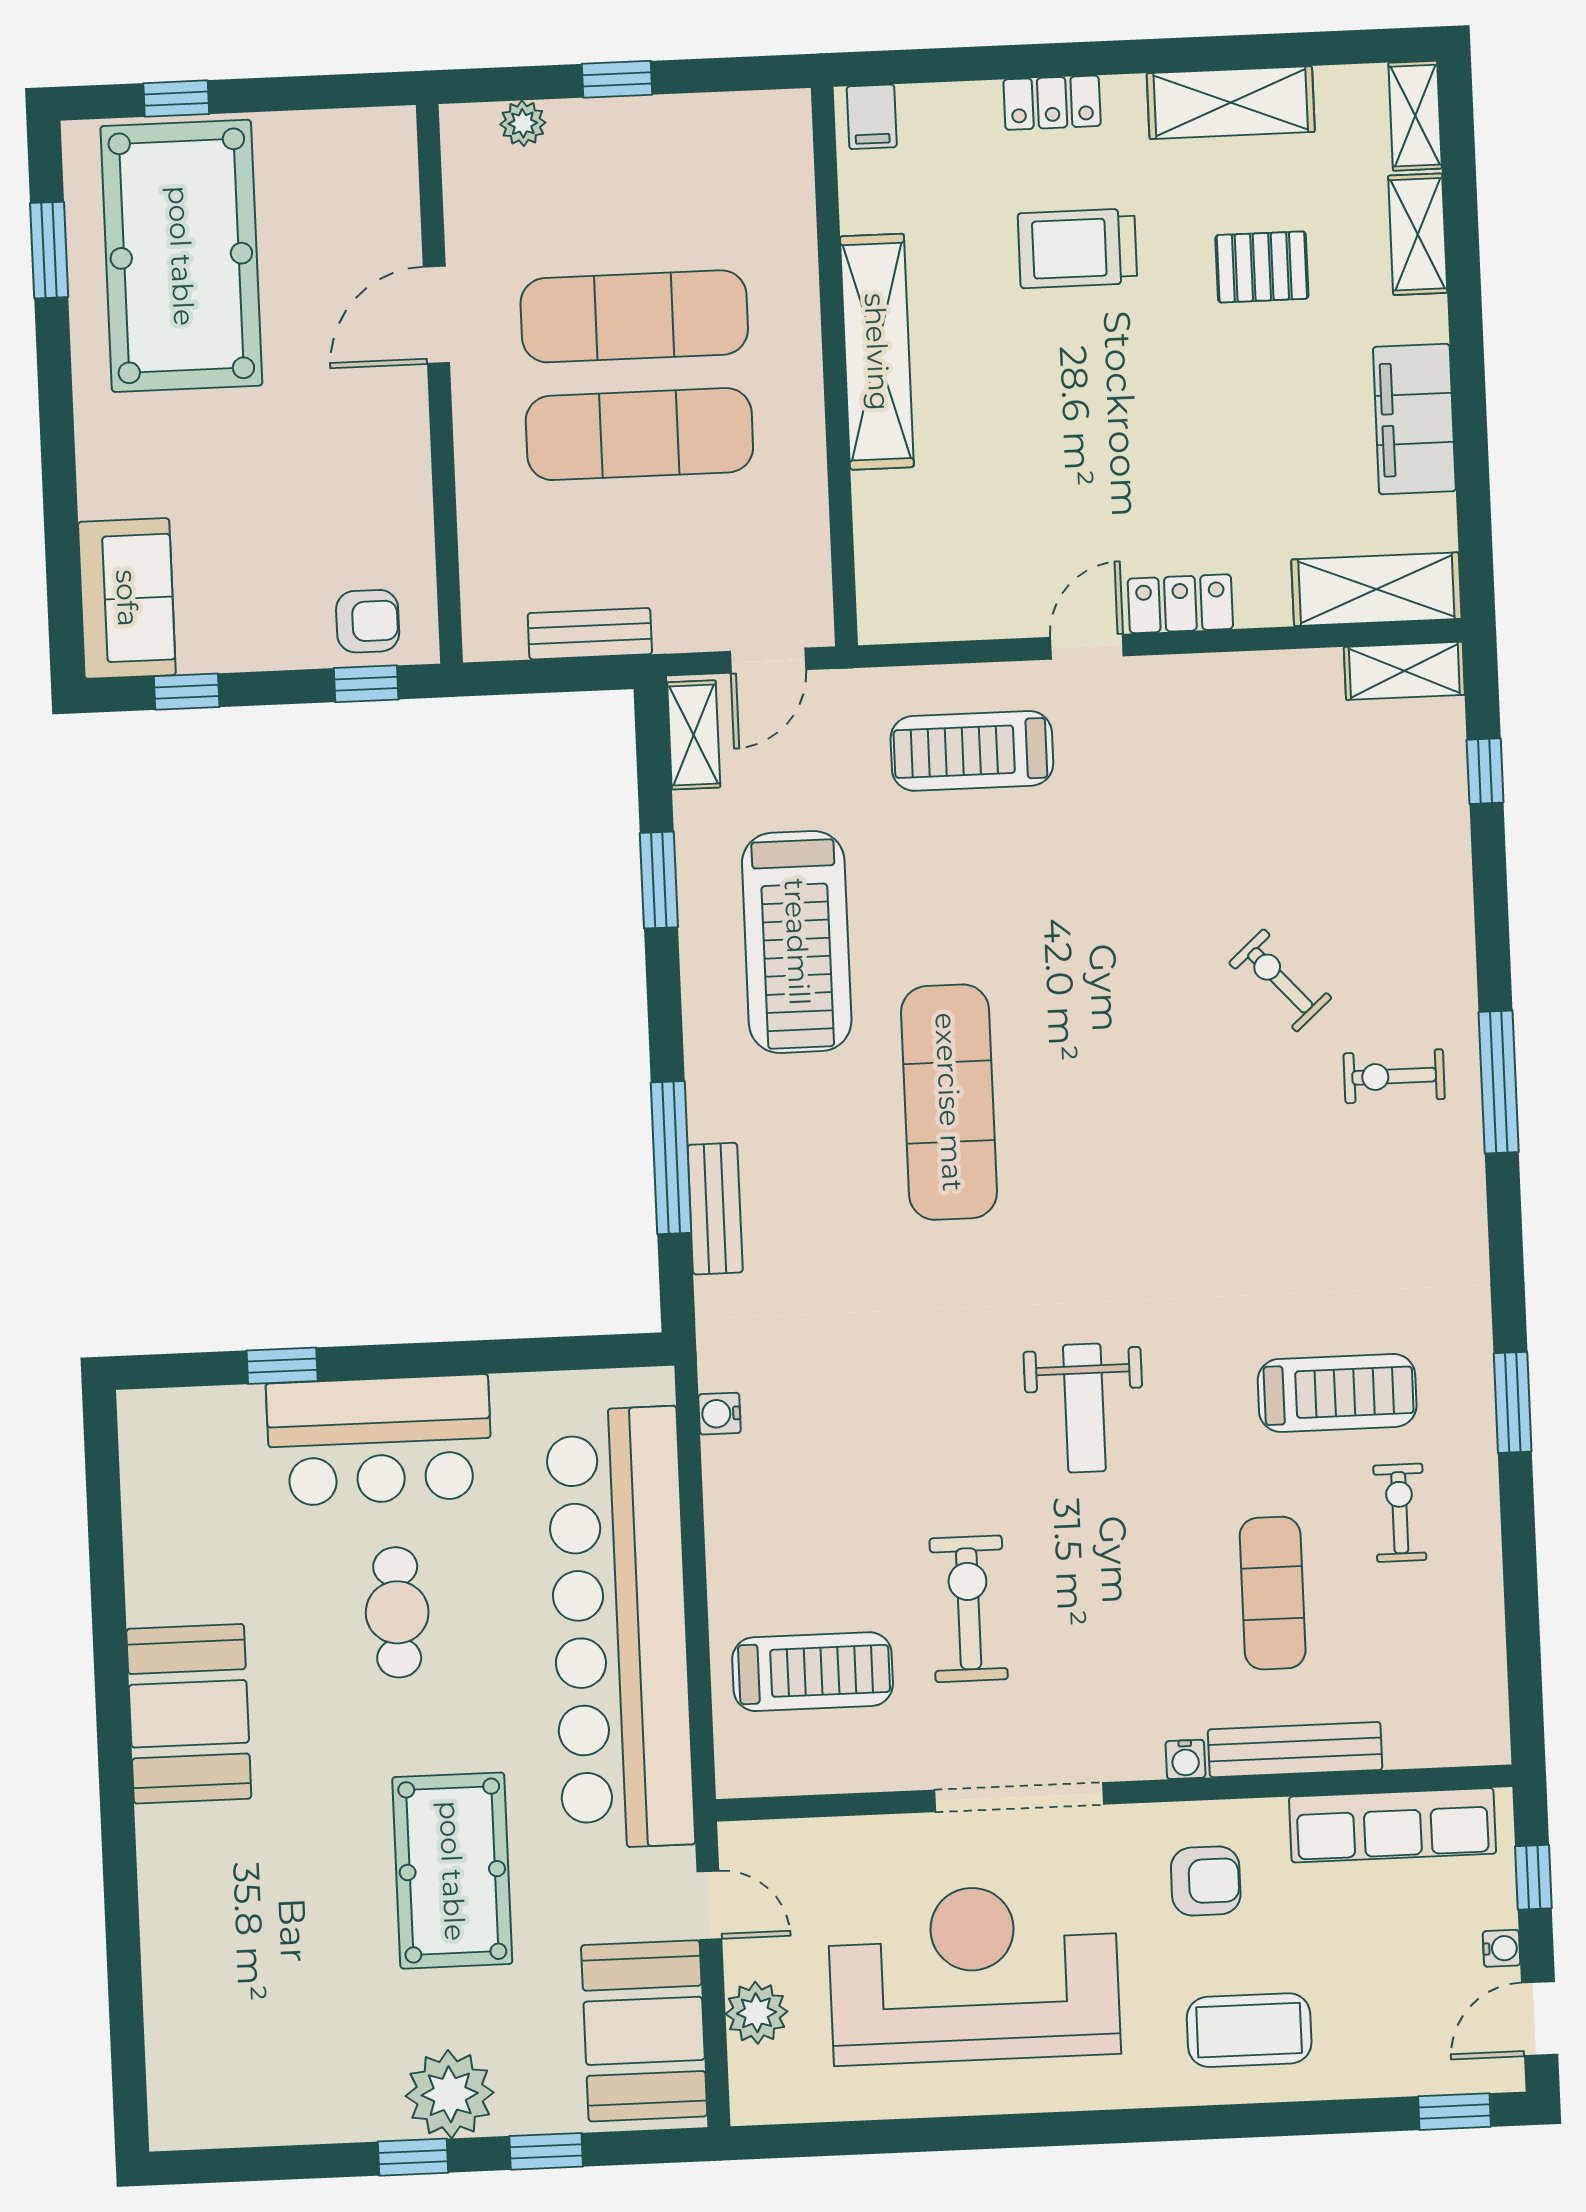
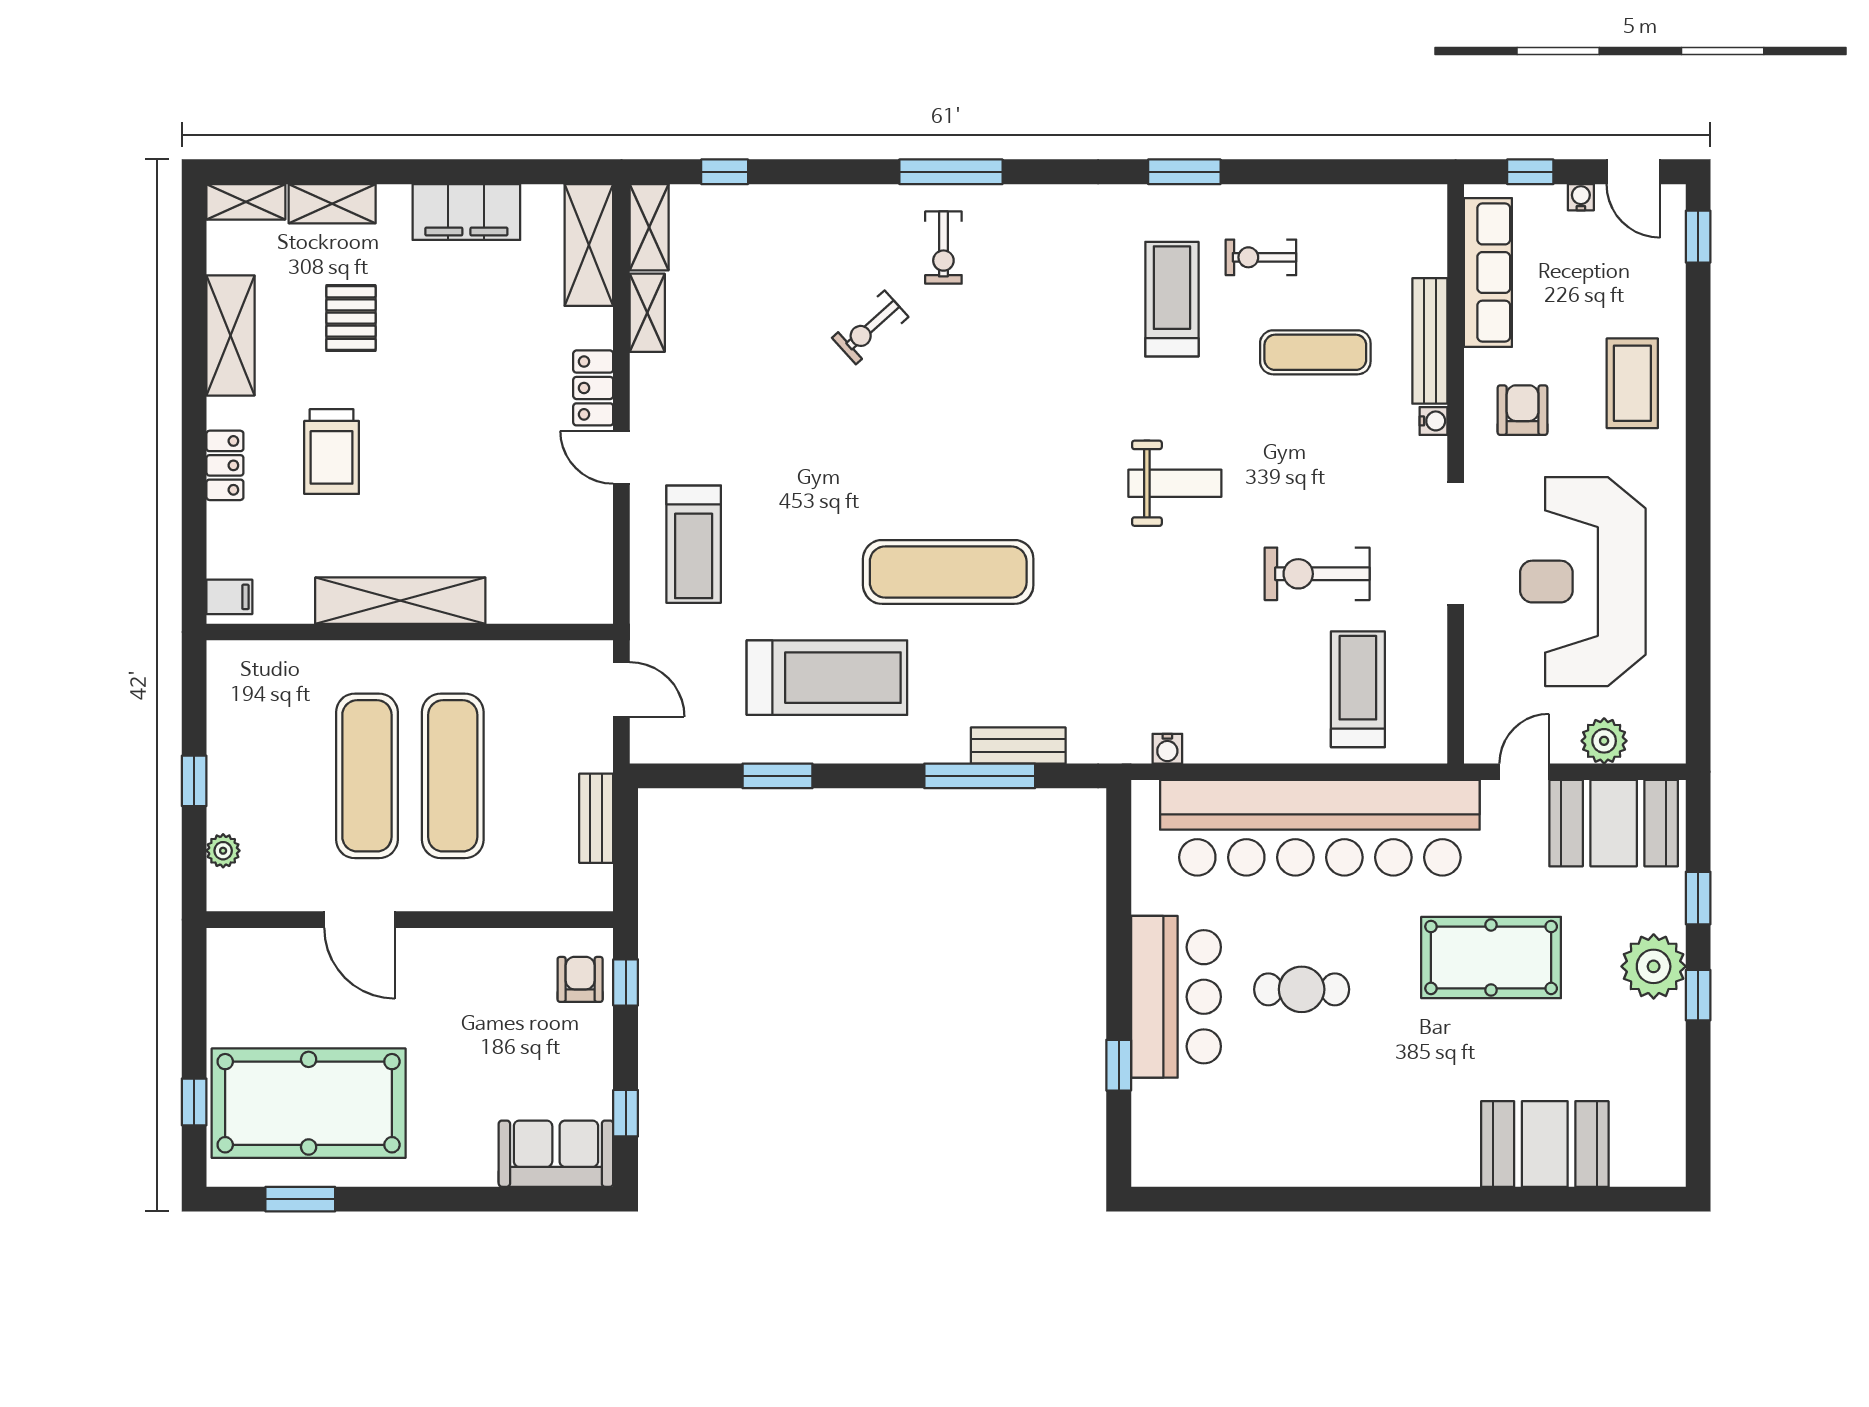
shelving: (694, 735) -> (647, 313), moved, turned 90
booth: (189, 1714) -> (1545, 1144), moved

